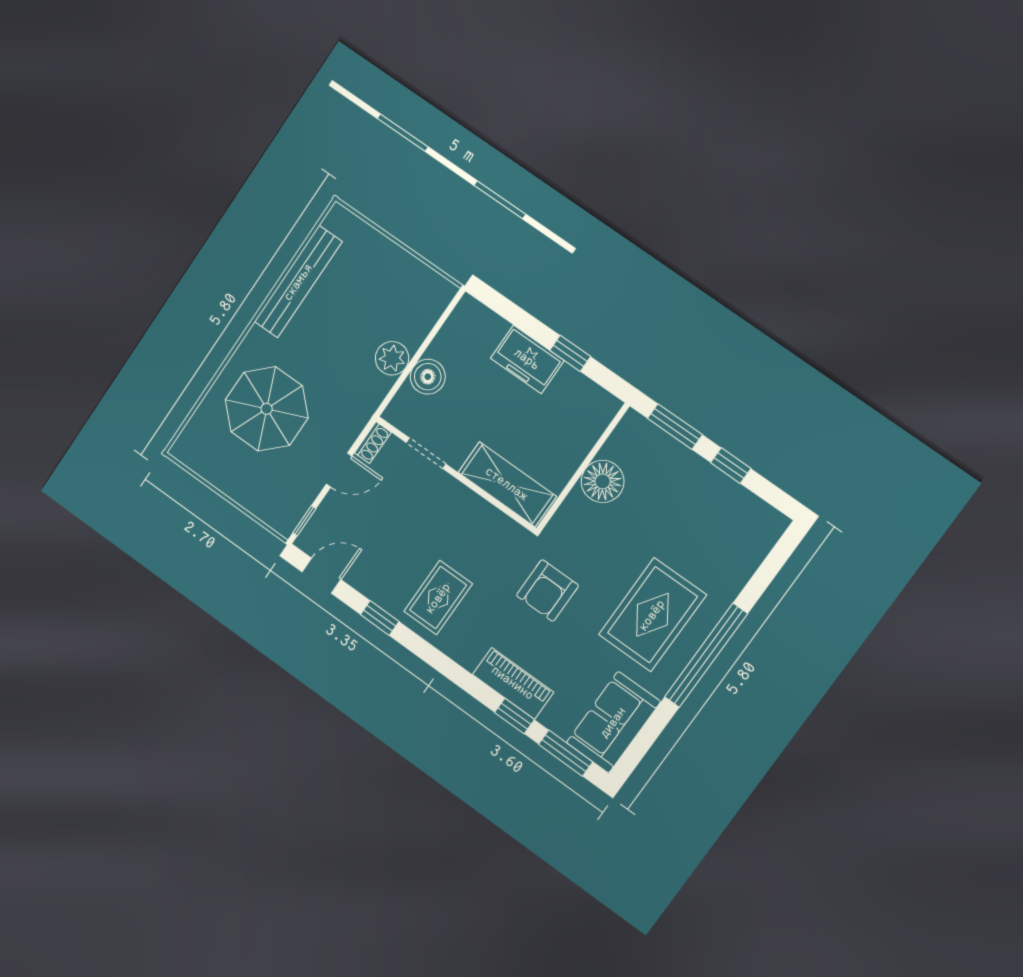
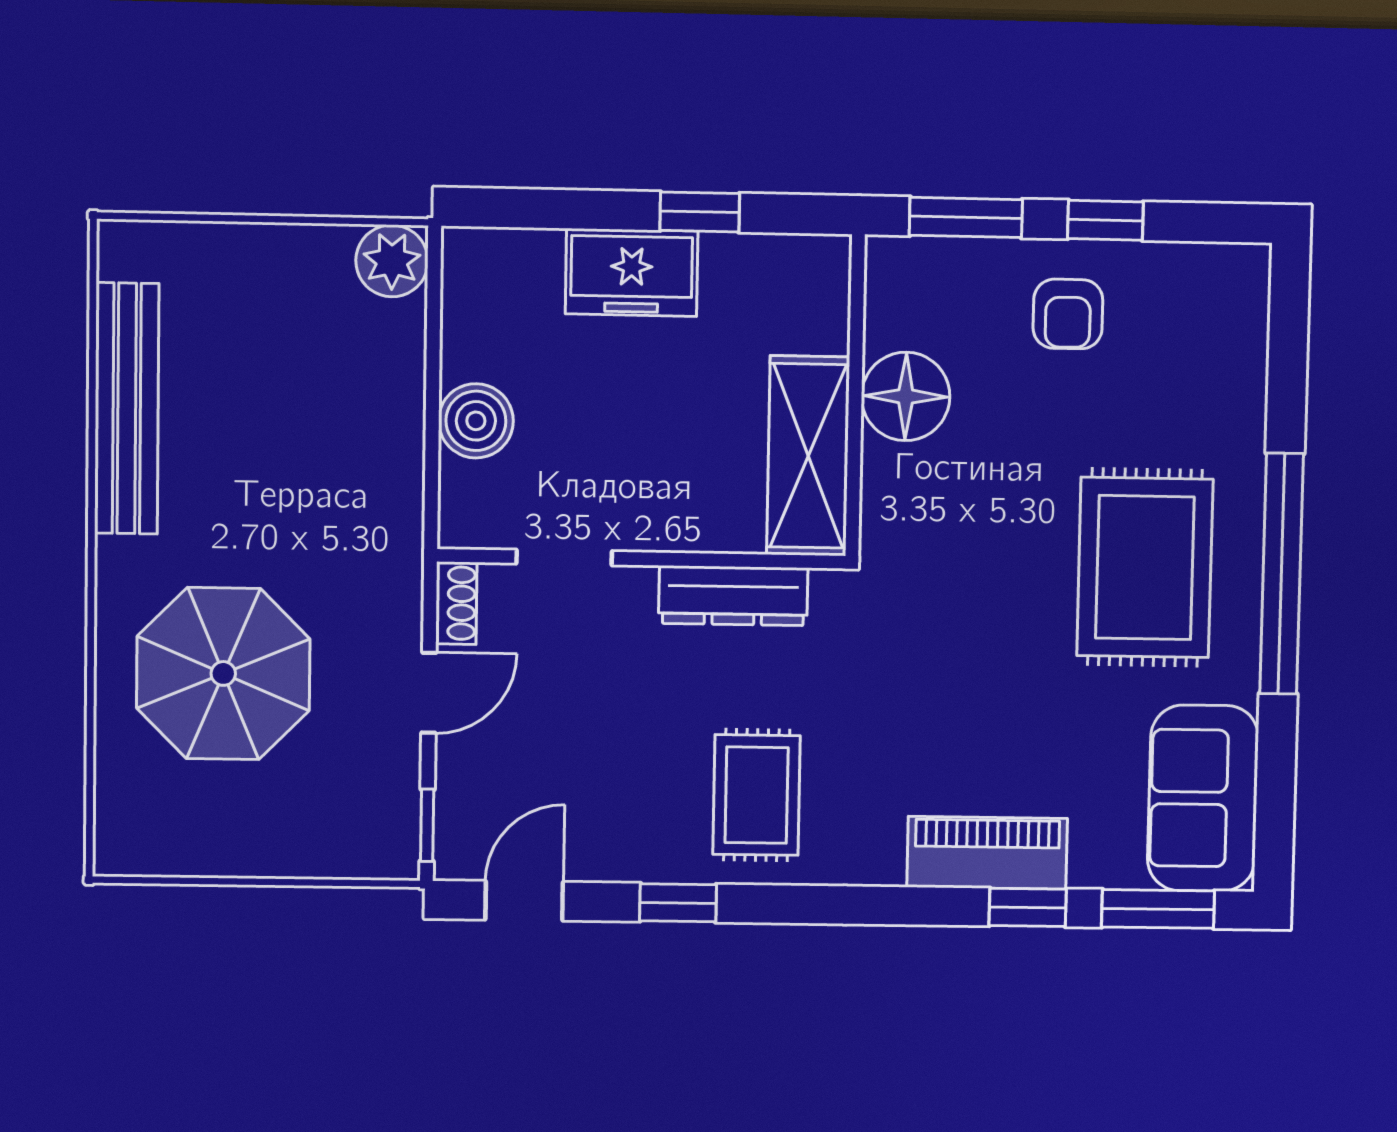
plant: (392, 358) -> (392, 261), moved
shelving: (507, 484) -> (808, 456), moved, turned 90
dresser: (482, 513) -> (733, 596), added
armchair: (547, 590) -> (1068, 314), moved, width x0.72, depth x0.72

